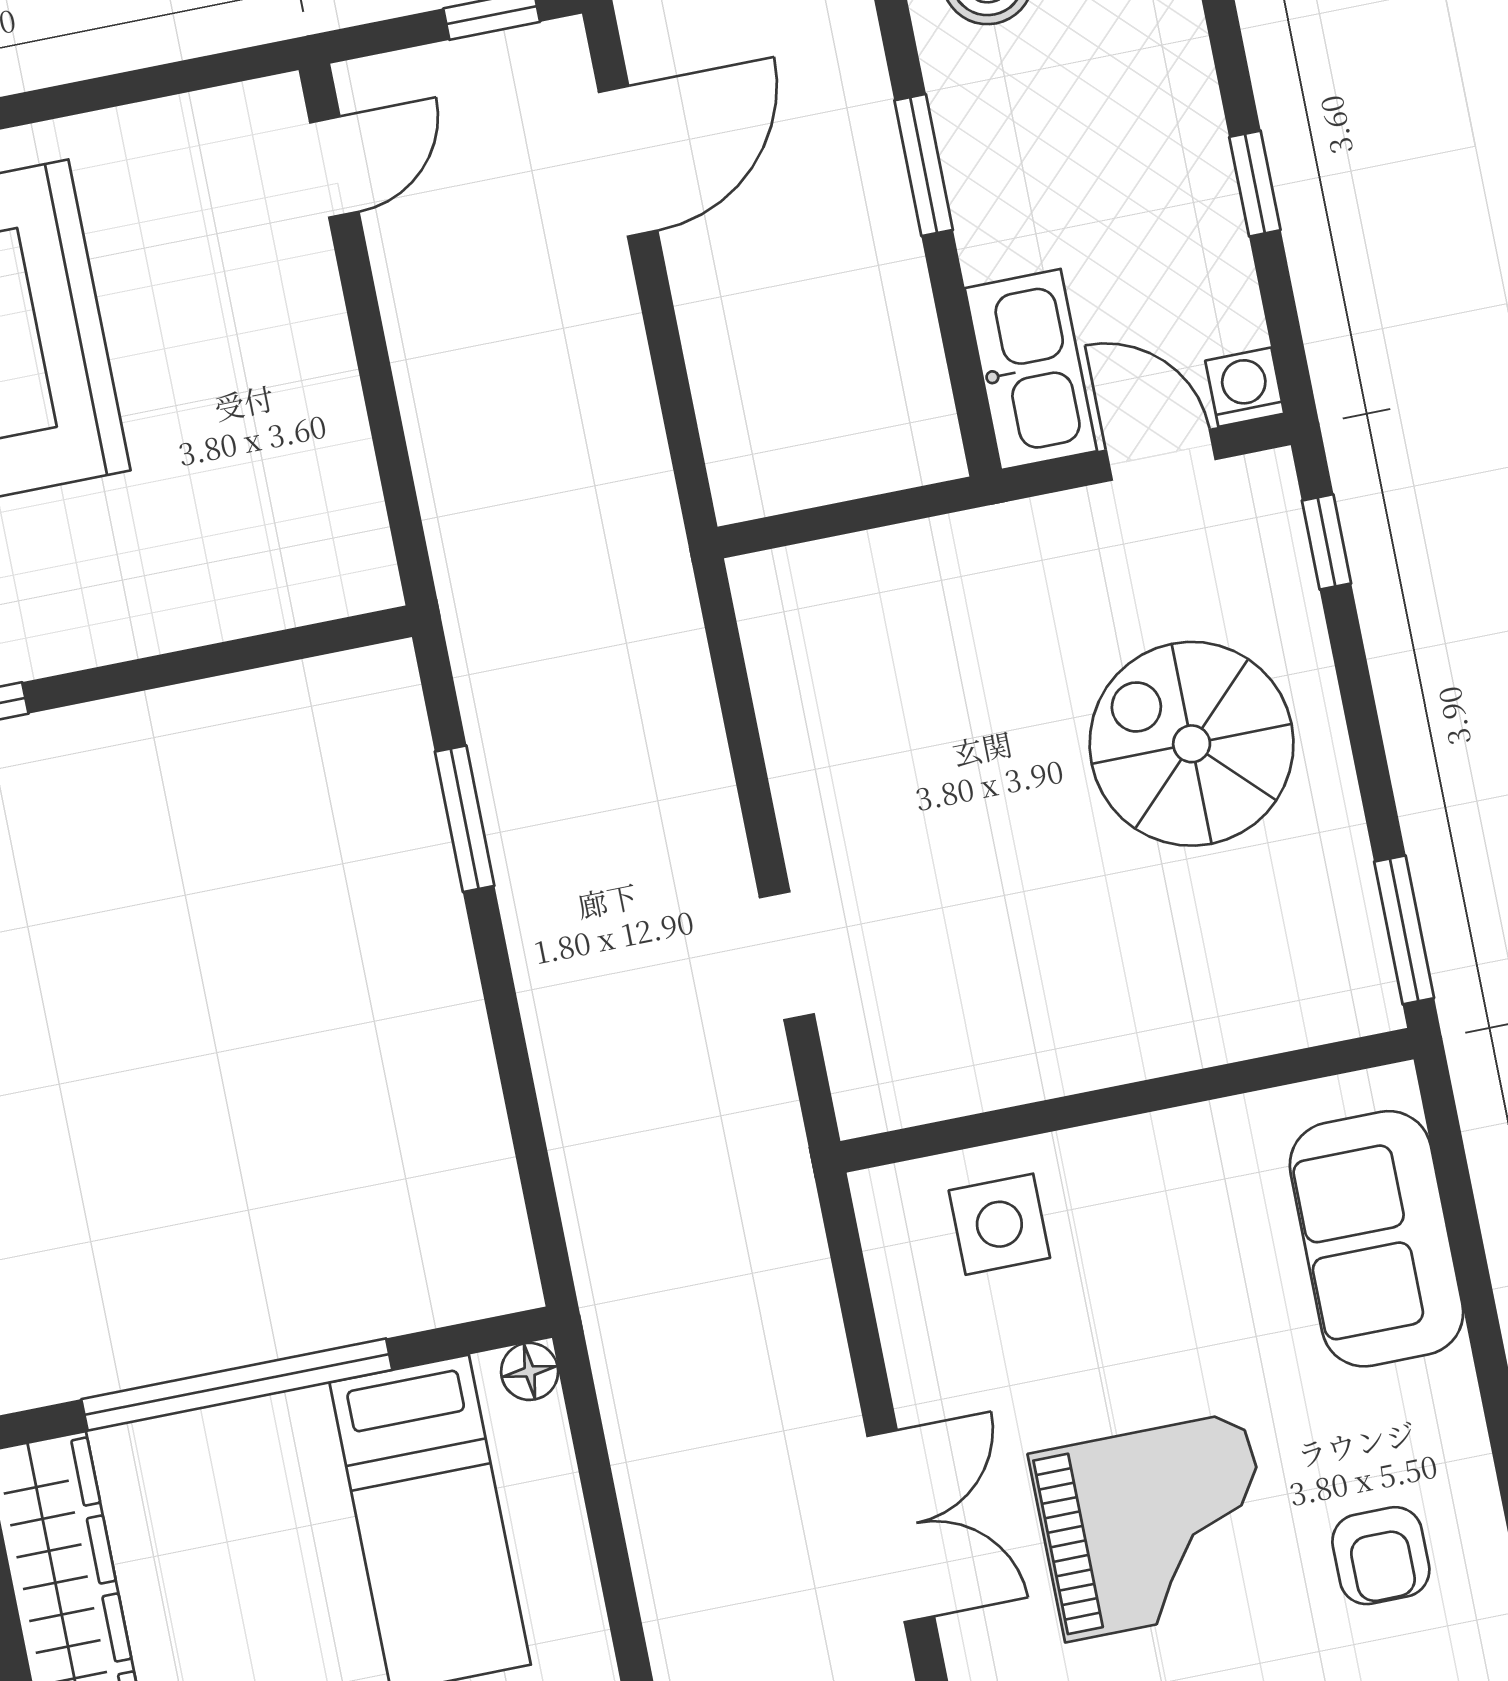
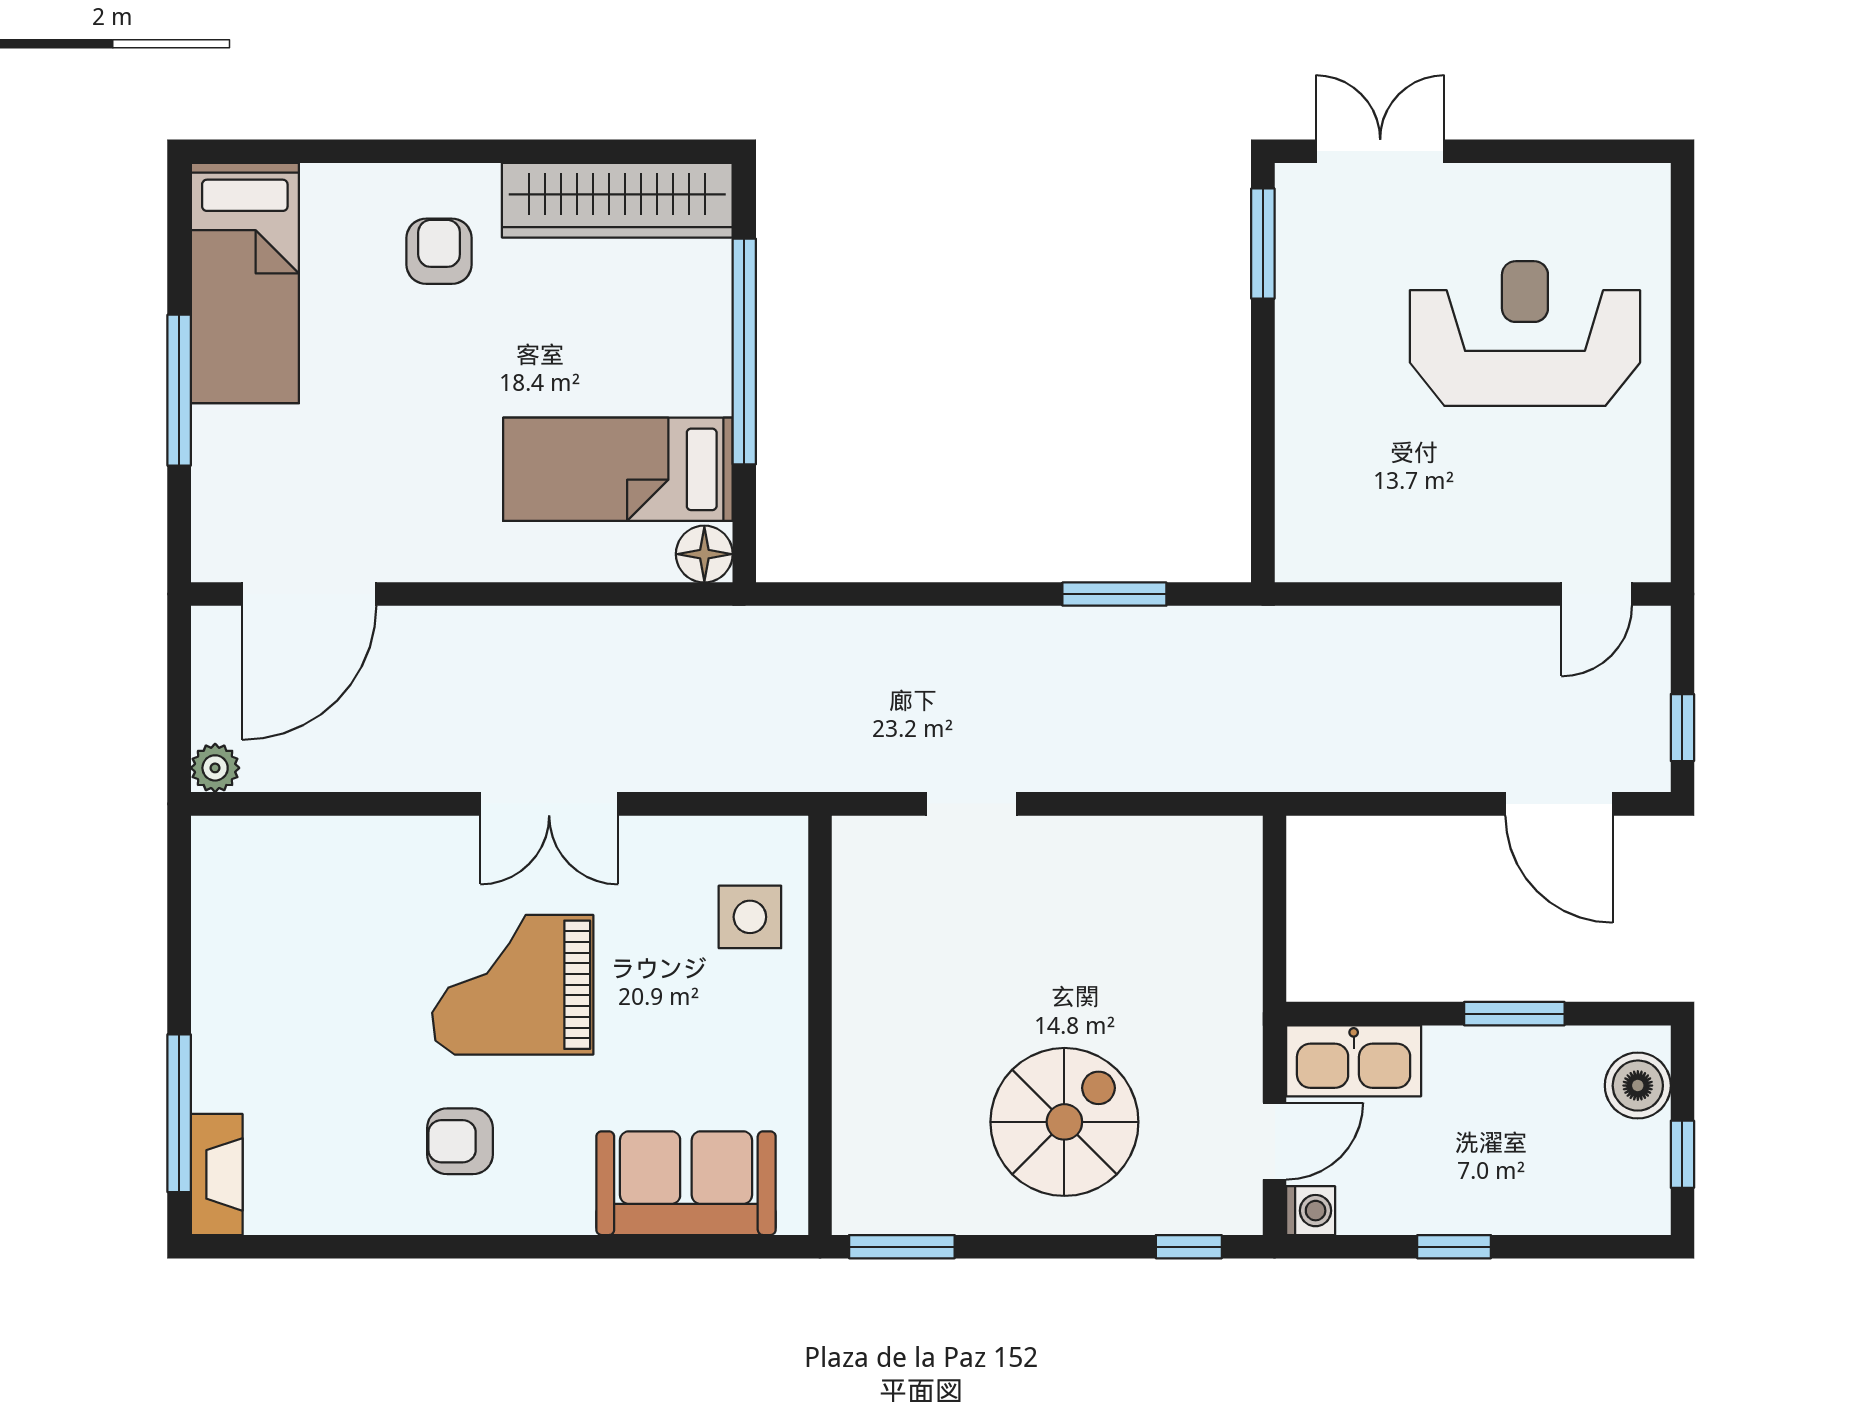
door: (334, 167) -> (1597, 594), hinge flipped
floor lamp: (530, 1371) -> (704, 554), width x1.37, depth x1.37
grand piano: (1155, 1526) -> (513, 985), turned 90

